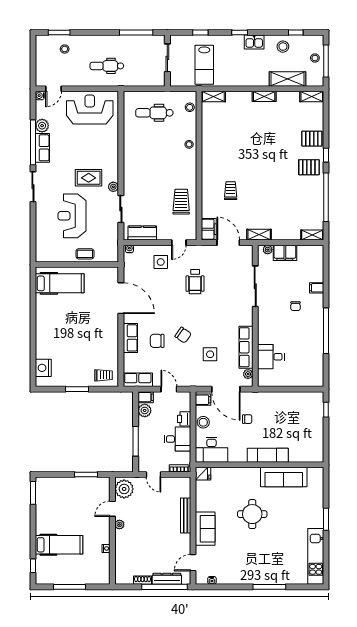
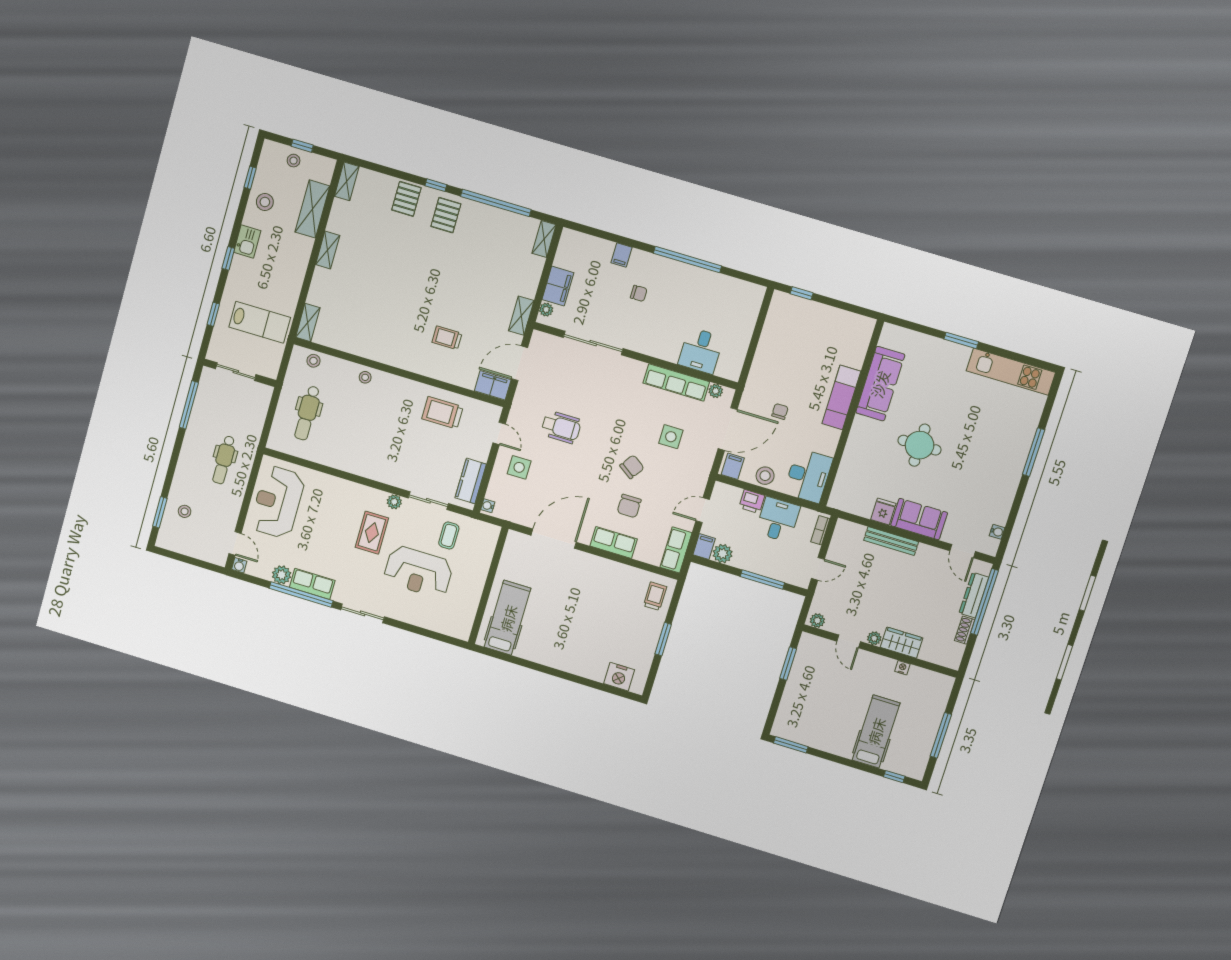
window: (326, 61) -> (302, 146), width x0.46
coffee table: (85, 254) -> (449, 535), moved
fridge: (203, 474) -> (883, 511), moved
plant: (124, 489) -> (817, 621), width x0.53, depth x0.53
wardrobe: (122, 543) -> (902, 643), added

